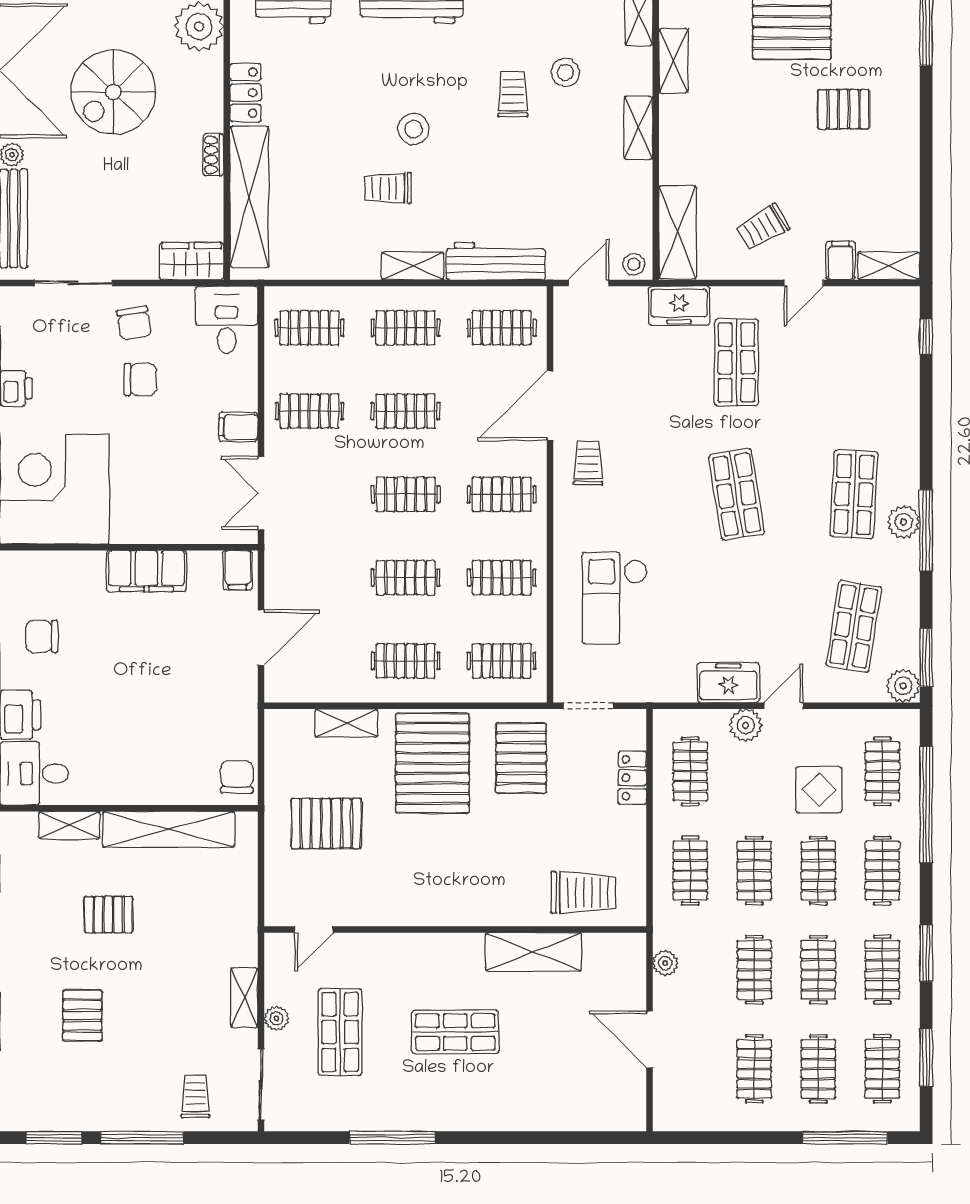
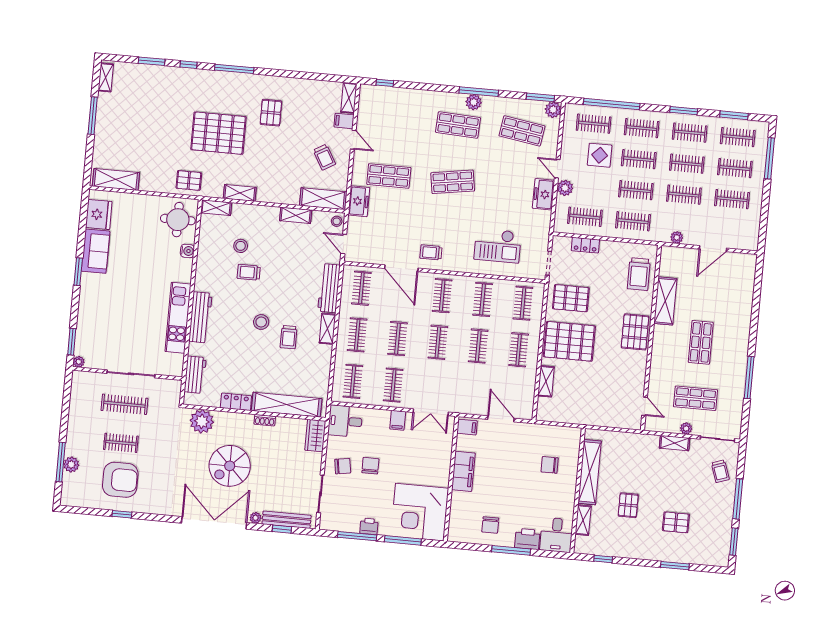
spiral stairs: (113, 92) -> (230, 466), turned 90
shelving: (638, 128) -> (296, 215), moved
chair: (237, 777) -> (550, 465), moved
pallet: (326, 823) -> (635, 332), moved
trolley: (583, 893) -> (639, 274), turned 180
trolley: (195, 1096) -> (720, 471), turned -109

